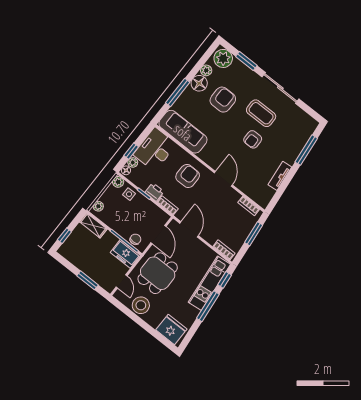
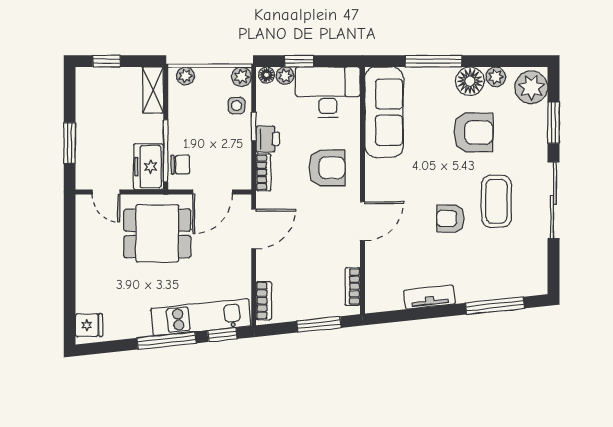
door: (122, 281) -> (106, 192), hinge flipped
stool: (141, 305) -> (94, 245), removed
fridge: (171, 329) -> (89, 325), width x0.53, depth x0.75

